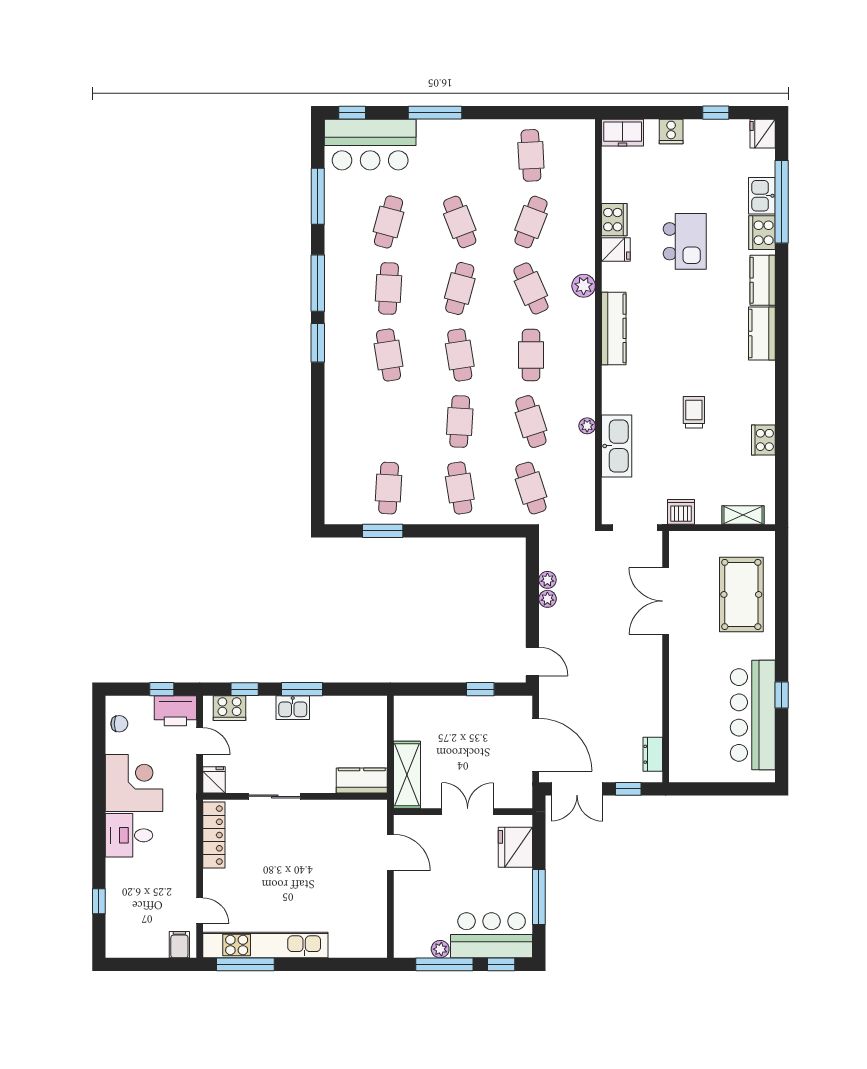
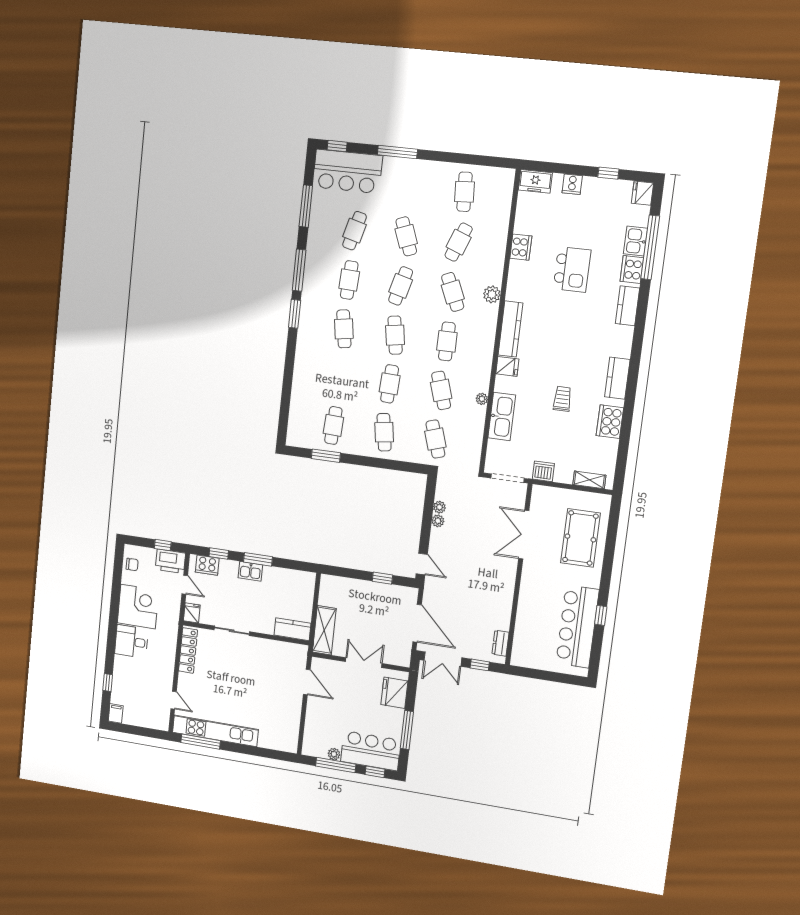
fridge: (616, 249) -> (507, 366), moved
kitchen counter: (762, 334) -> (617, 378), moved
cooker: (763, 440) -> (610, 422), width x1.37, depth x1.31
filing cabinet: (179, 945) -> (116, 713), moved

